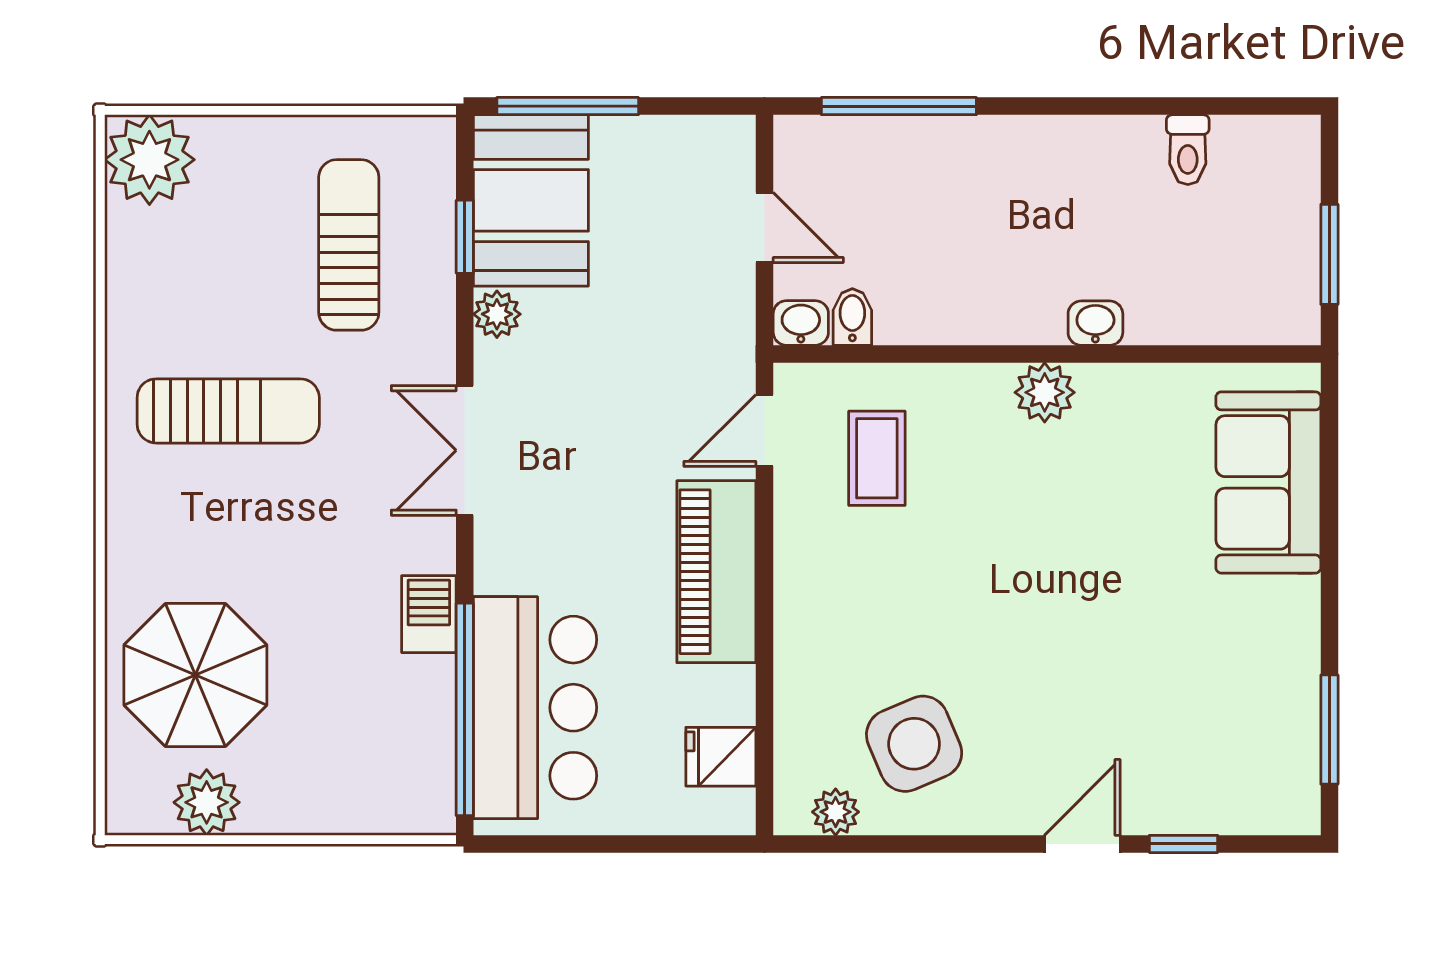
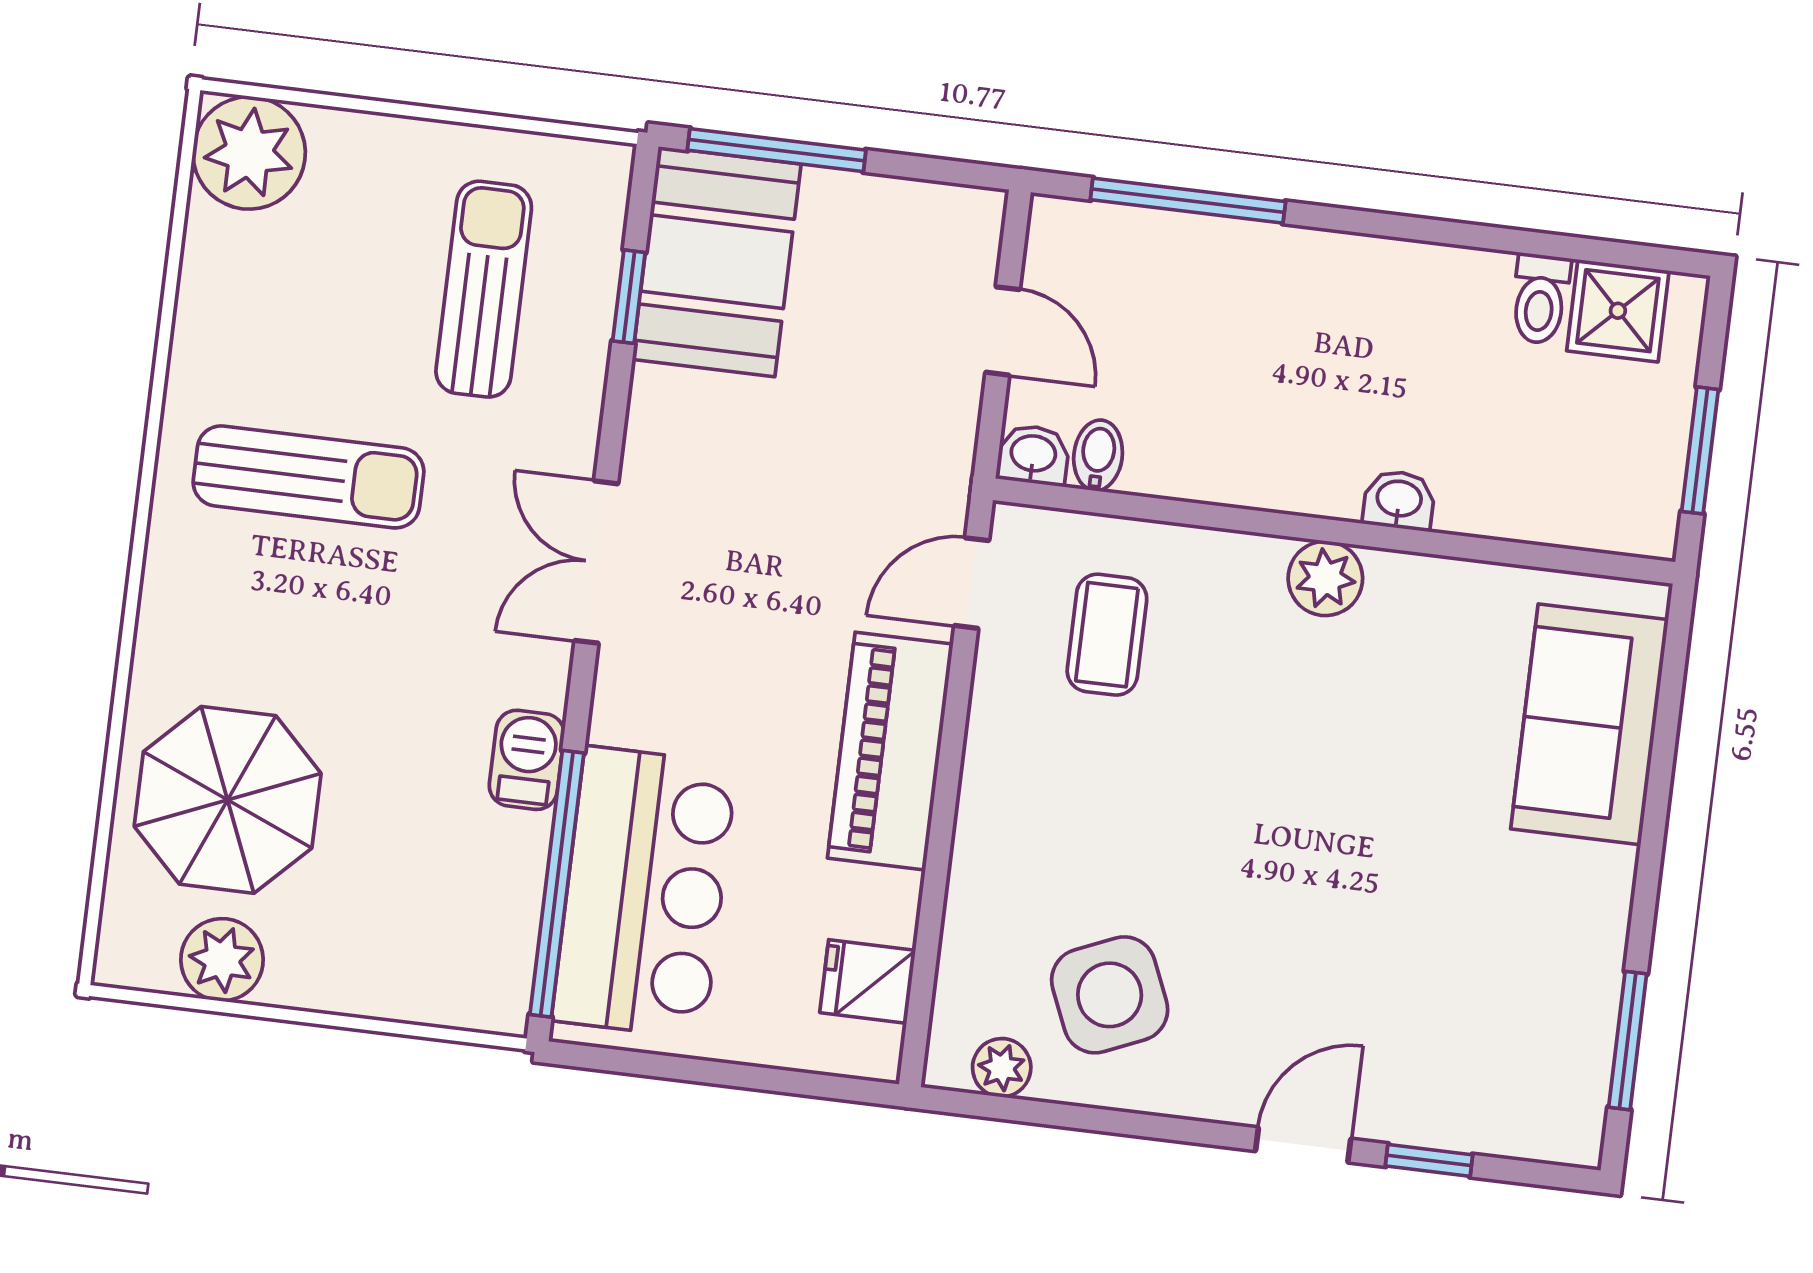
shower: (1251, 152) -> (1618, 311), added
plant: (497, 314) -> (657, 398), removed

